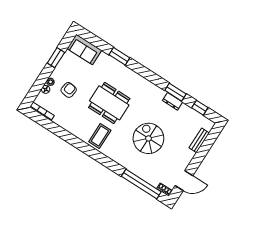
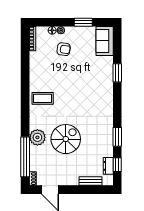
dresser: (172, 101) -> (108, 166), moved
dining table: (109, 103) -> (74, 89), removed
plant: (131, 162) -> (37, 137), added

